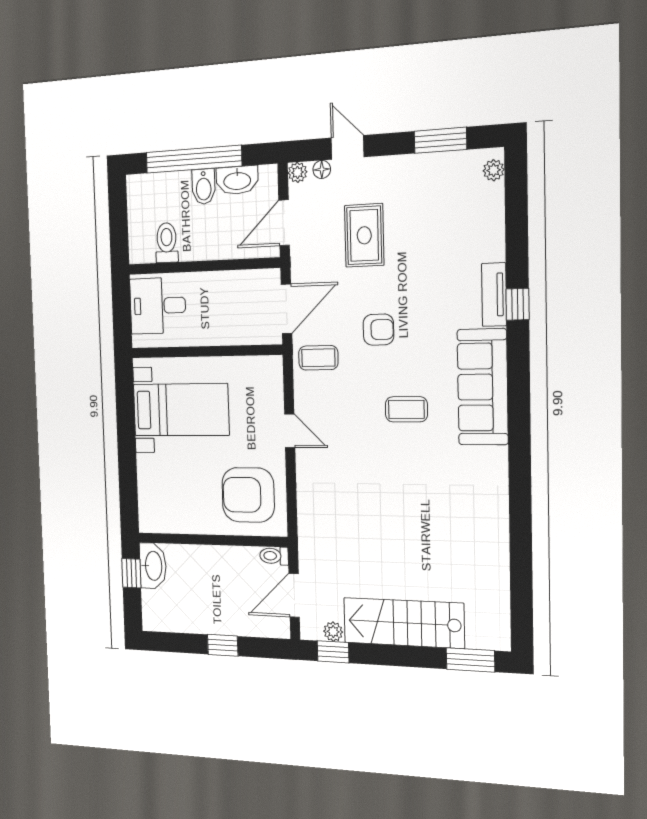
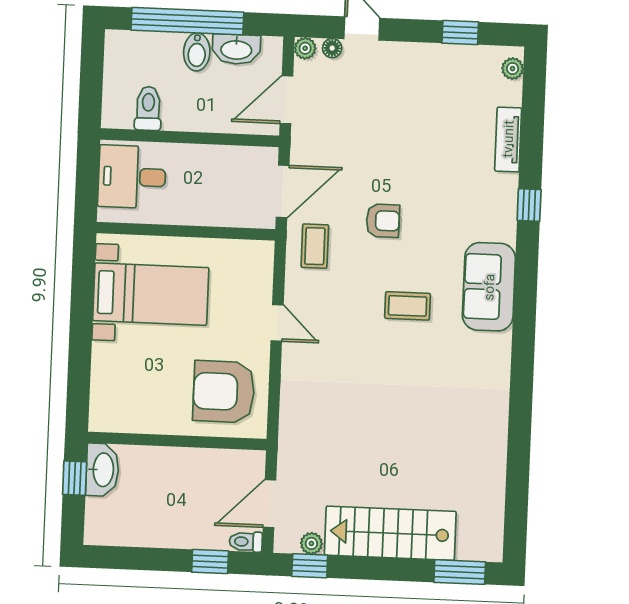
window: (440, 140) -> (460, 33), width x0.67
rug: (364, 235) -> (374, 121), removed
tv unit: (494, 295) -> (508, 139), moved
coffee table: (318, 358) -> (315, 246), turned 90
sofa: (483, 387) -> (489, 287), width x0.73
toilet: (274, 556) -> (246, 542), moved
window: (223, 645) -> (210, 562), moved

